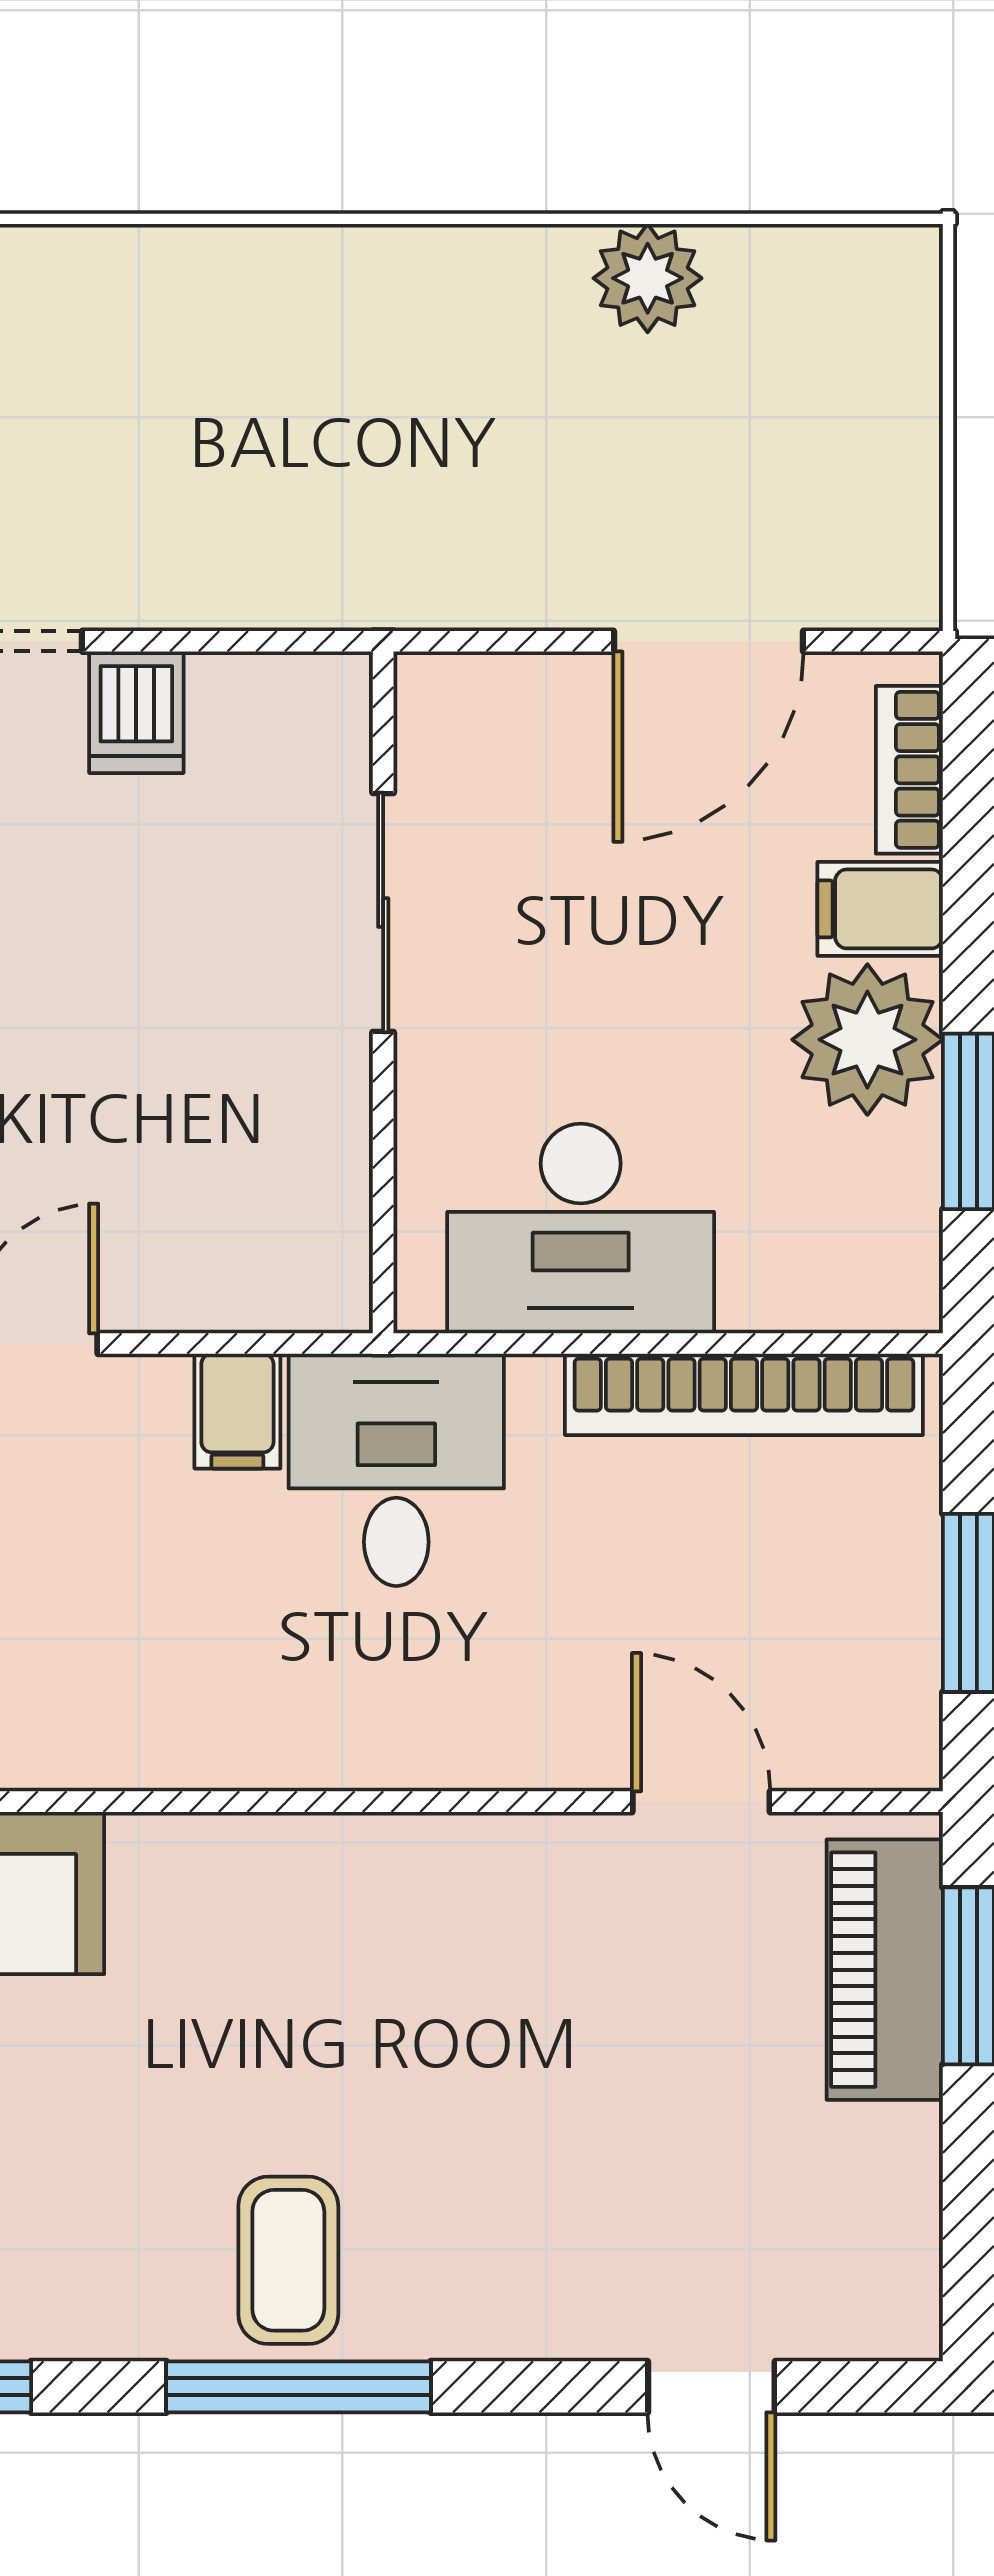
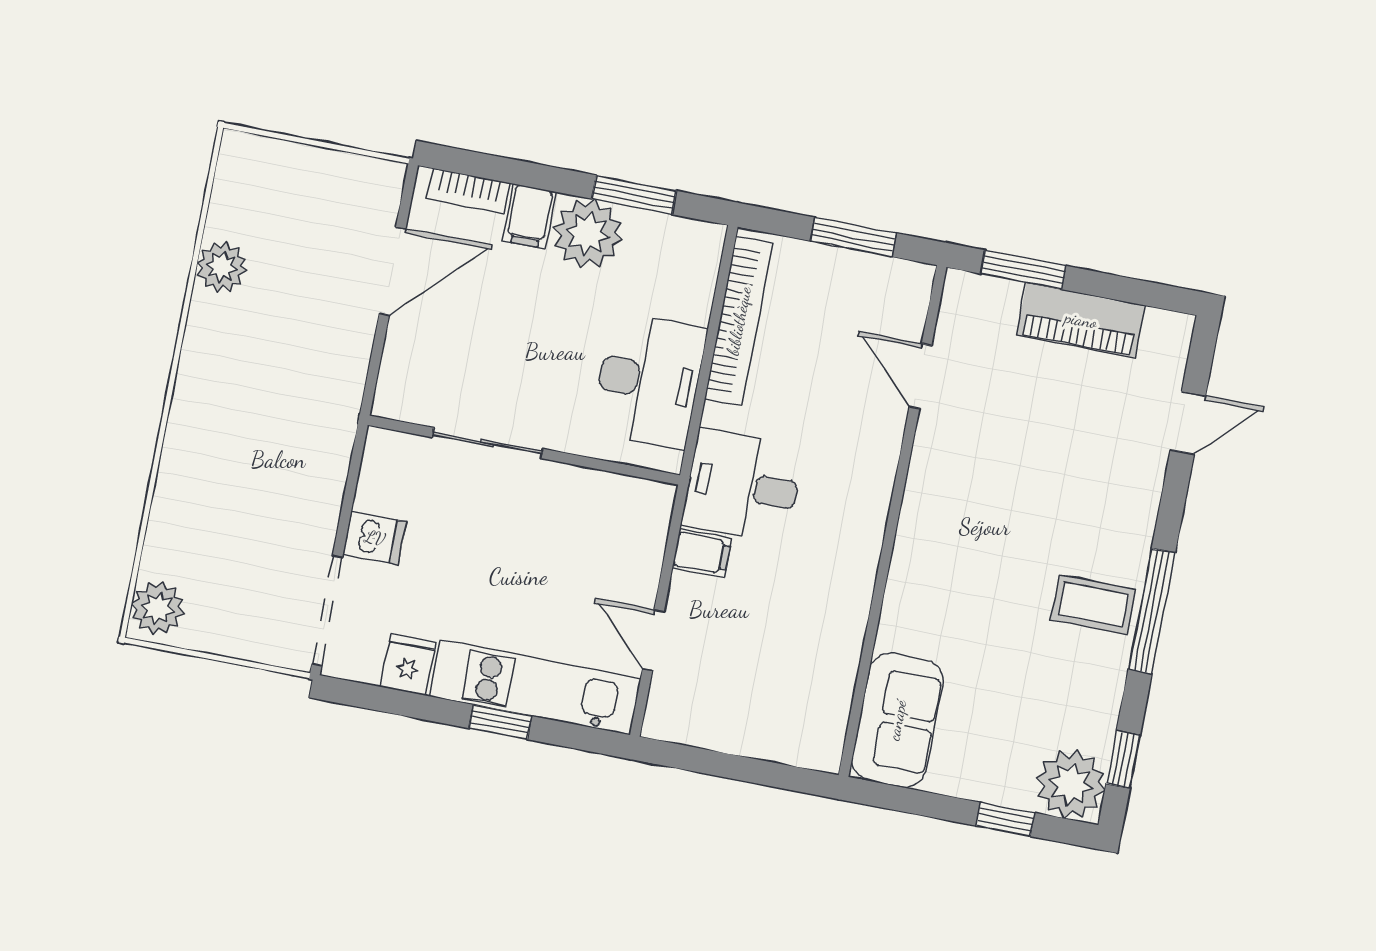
door: (709, 641) -> (393, 271), hinge flipped
door: (701, 1802) -> (920, 376), hinge flipped
piano: (885, 1970) -> (1081, 320), moved

